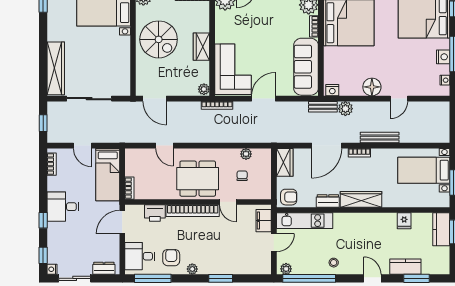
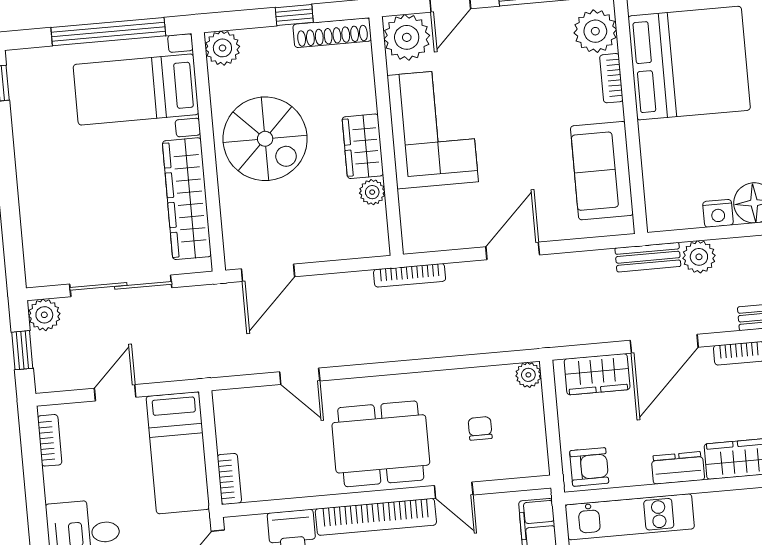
sofa: (306, 67) -> (602, 171), width x0.73
wardrobe: (56, 68) -> (187, 199), moved, turned 180
corner sofa: (233, 69) -> (433, 129), moved
plant: (204, 89) -> (372, 192), moved
nightstand: (332, 90) -> (718, 213), moved
door: (155, 99) -> (268, 273), hinge flipped
plant: (54, 108) -> (44, 315), added
door: (82, 146) -> (115, 393), swing flipped
plant: (246, 154) -> (528, 375), moved
wardrobe: (285, 162) -> (597, 374), moved, turned 90

